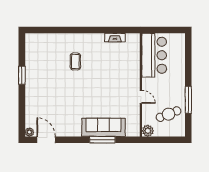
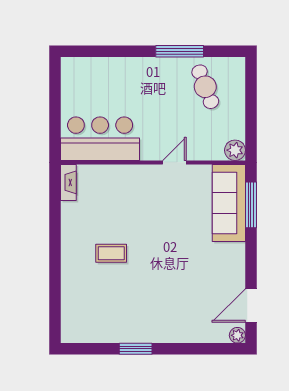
bar counter: (154, 55) -> (100, 139), moved
wall: (141, 85) -> (153, 162), moved
door: (141, 97) -> (174, 162), moved
plant: (148, 131) -> (235, 150), moved

